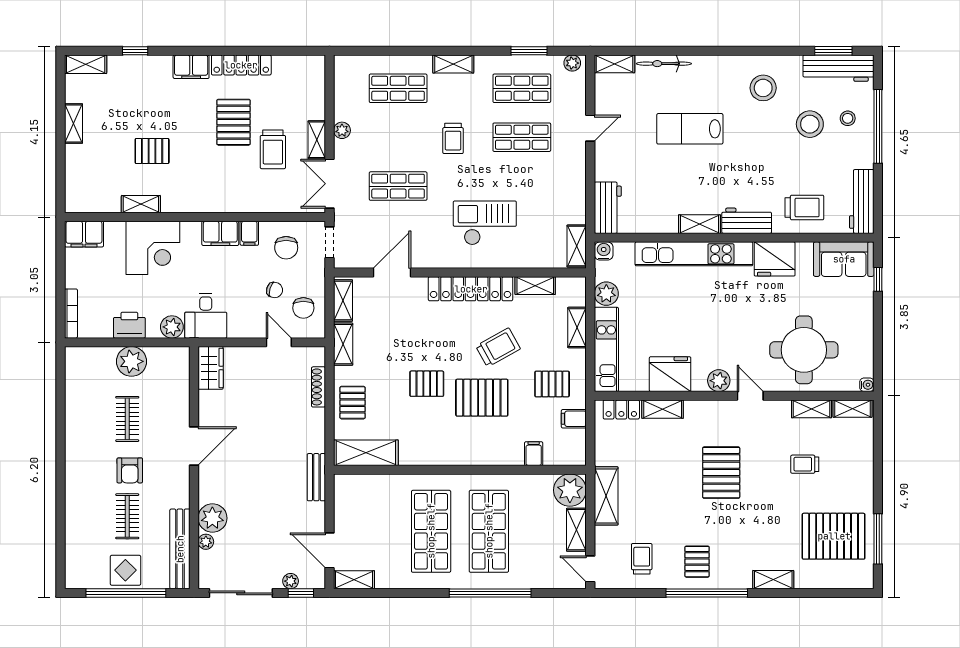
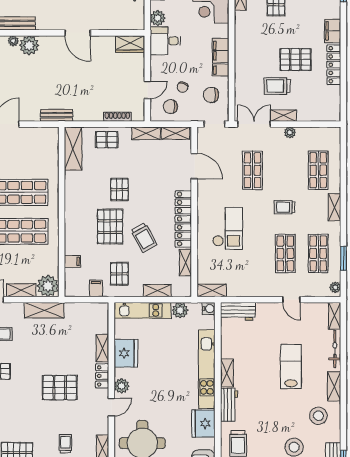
shelving: (719, 65) -> (334, 386), added
locker: (621, 409) -> (102, 376), moved

